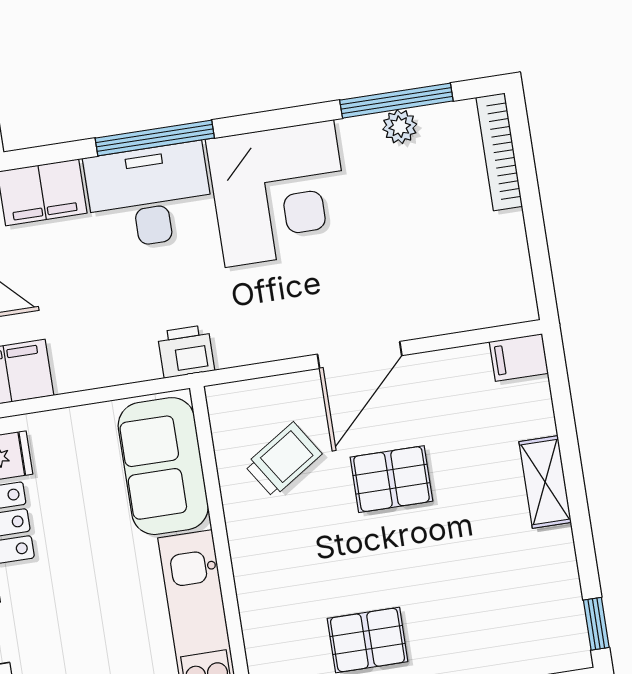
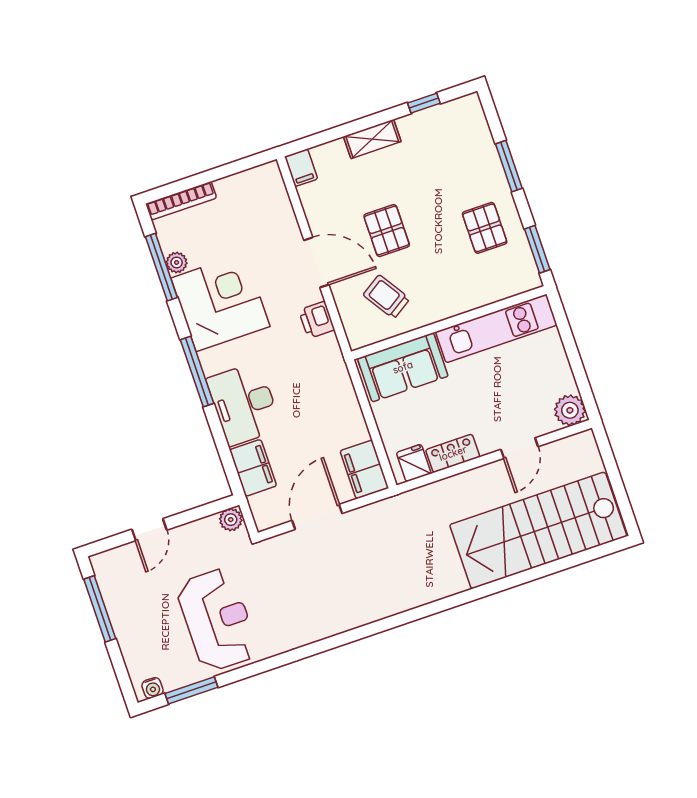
window: (155, 138) -> (197, 371), moved
corner desk: (279, 193) -> (220, 302), moved
printer: (186, 351) -> (317, 320), moved
window: (596, 624) -> (424, 103), moved

